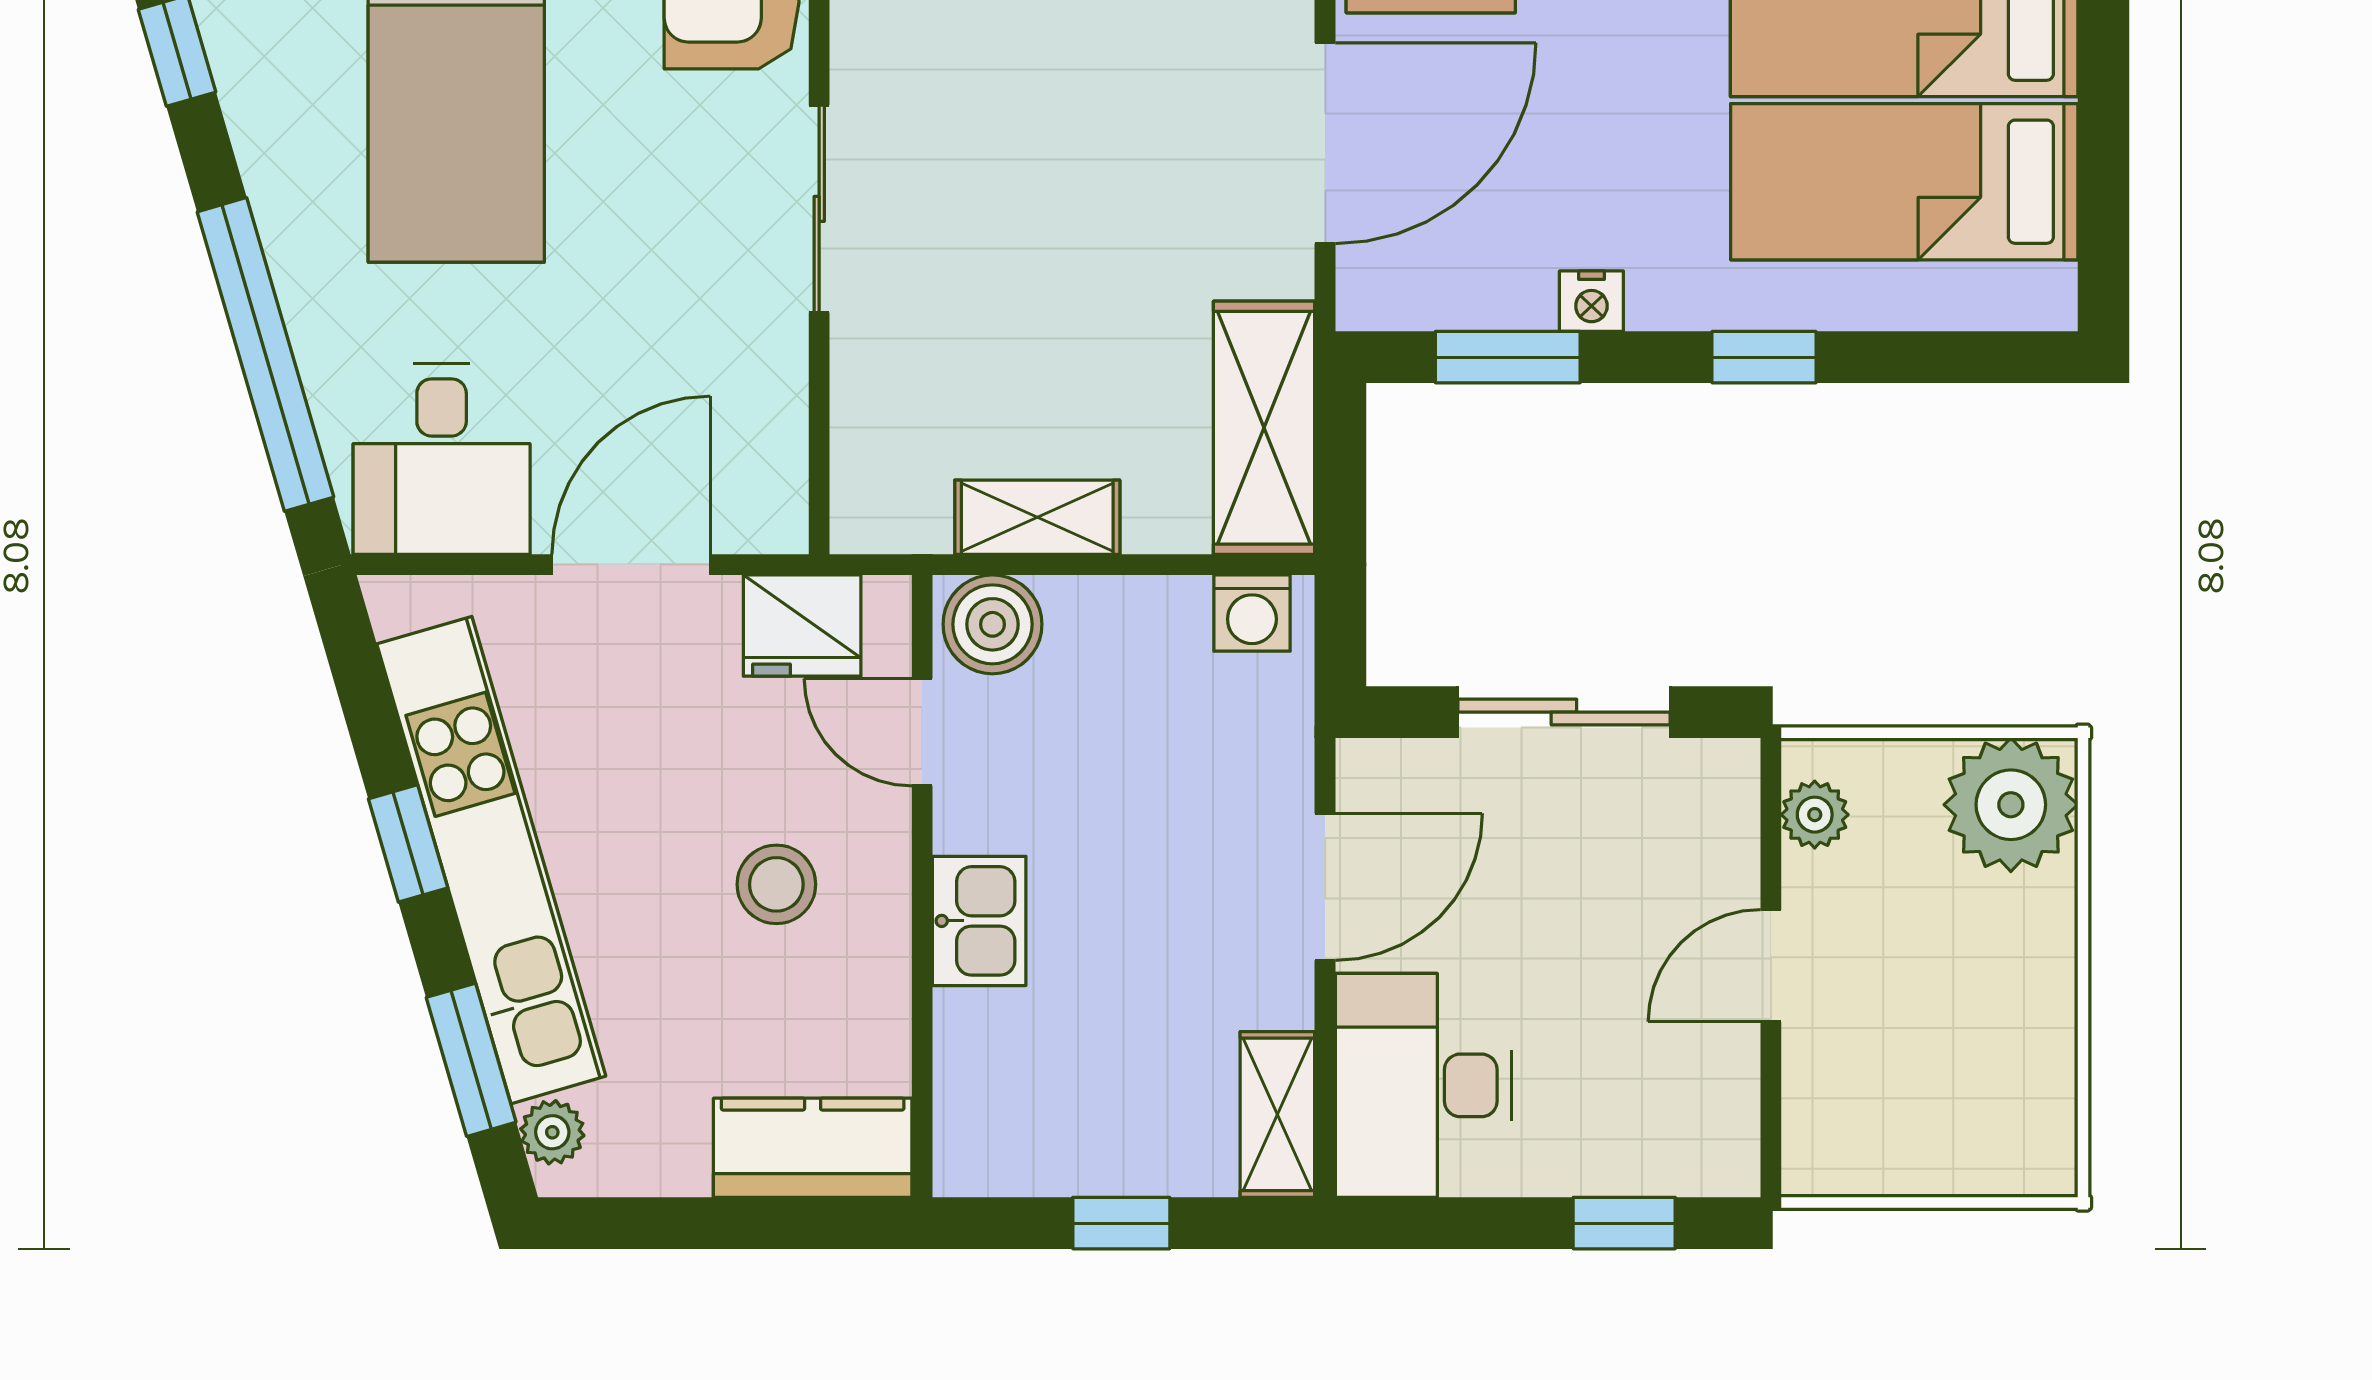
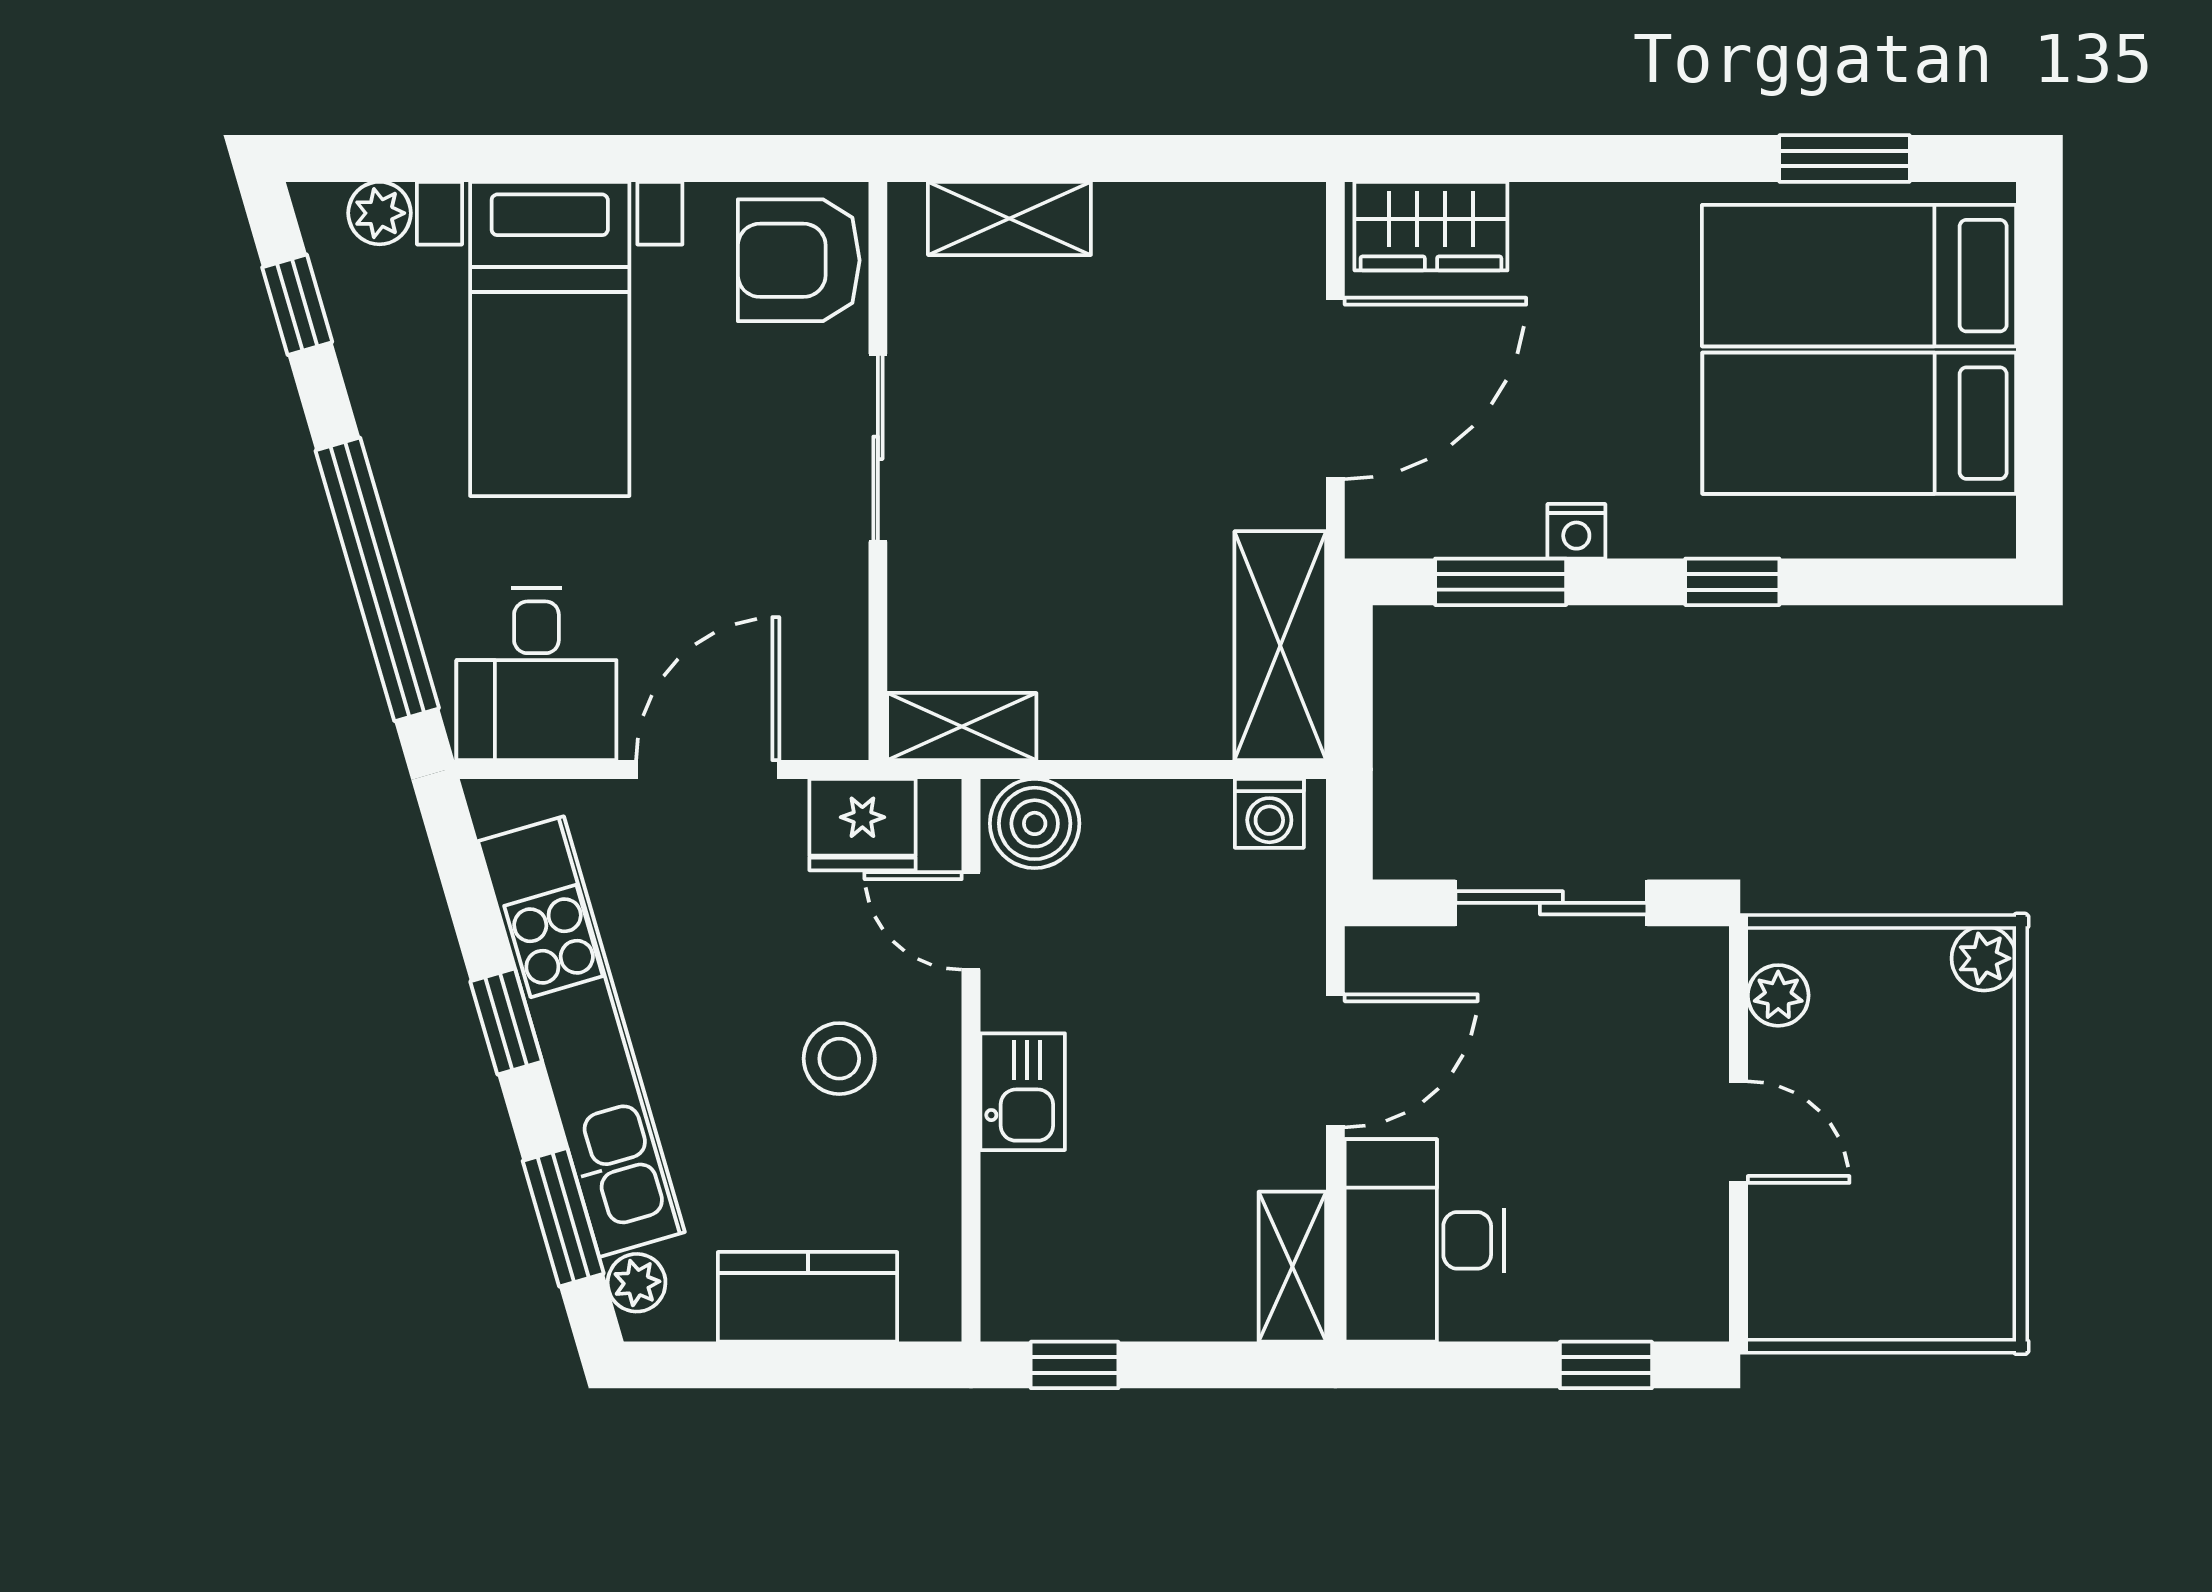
shelving: (1037, 517) -> (962, 727), moved
plant: (2011, 805) -> (1984, 958), width x0.53, depth x0.53
door: (1771, 966) -> (1739, 1132), swing flipped
kitchen counter: (813, 1148) -> (808, 1297), moved
window: (1121, 1223) -> (1075, 1365), moved

